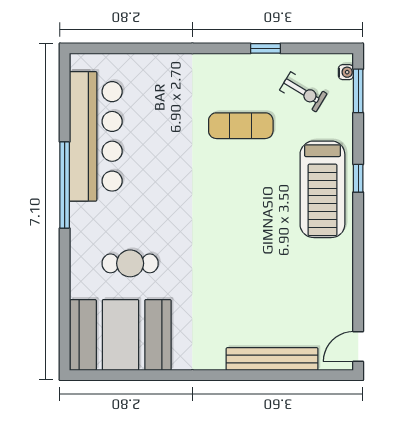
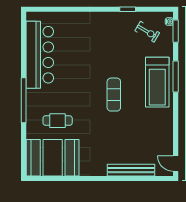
exercise mat: (241, 126) -> (114, 95), moved, turned 90
window: (358, 178) -> (176, 77), width x2.17
window: (65, 185) -> (24, 100), moved
door: (358, 347) -> (176, 164), hinge flipped

